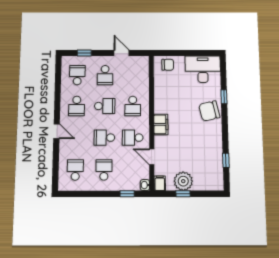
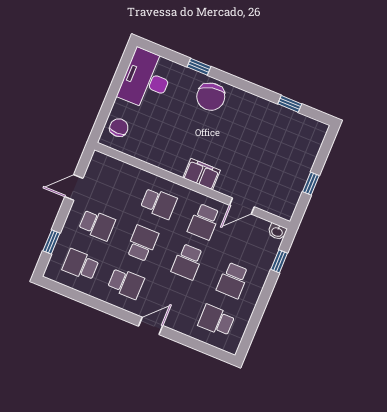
school desk: (104, 170) -> (233, 280), turned -90
plant: (183, 181) -> (294, 176), removed
filing cabinet: (160, 183) -> (283, 210), removed

